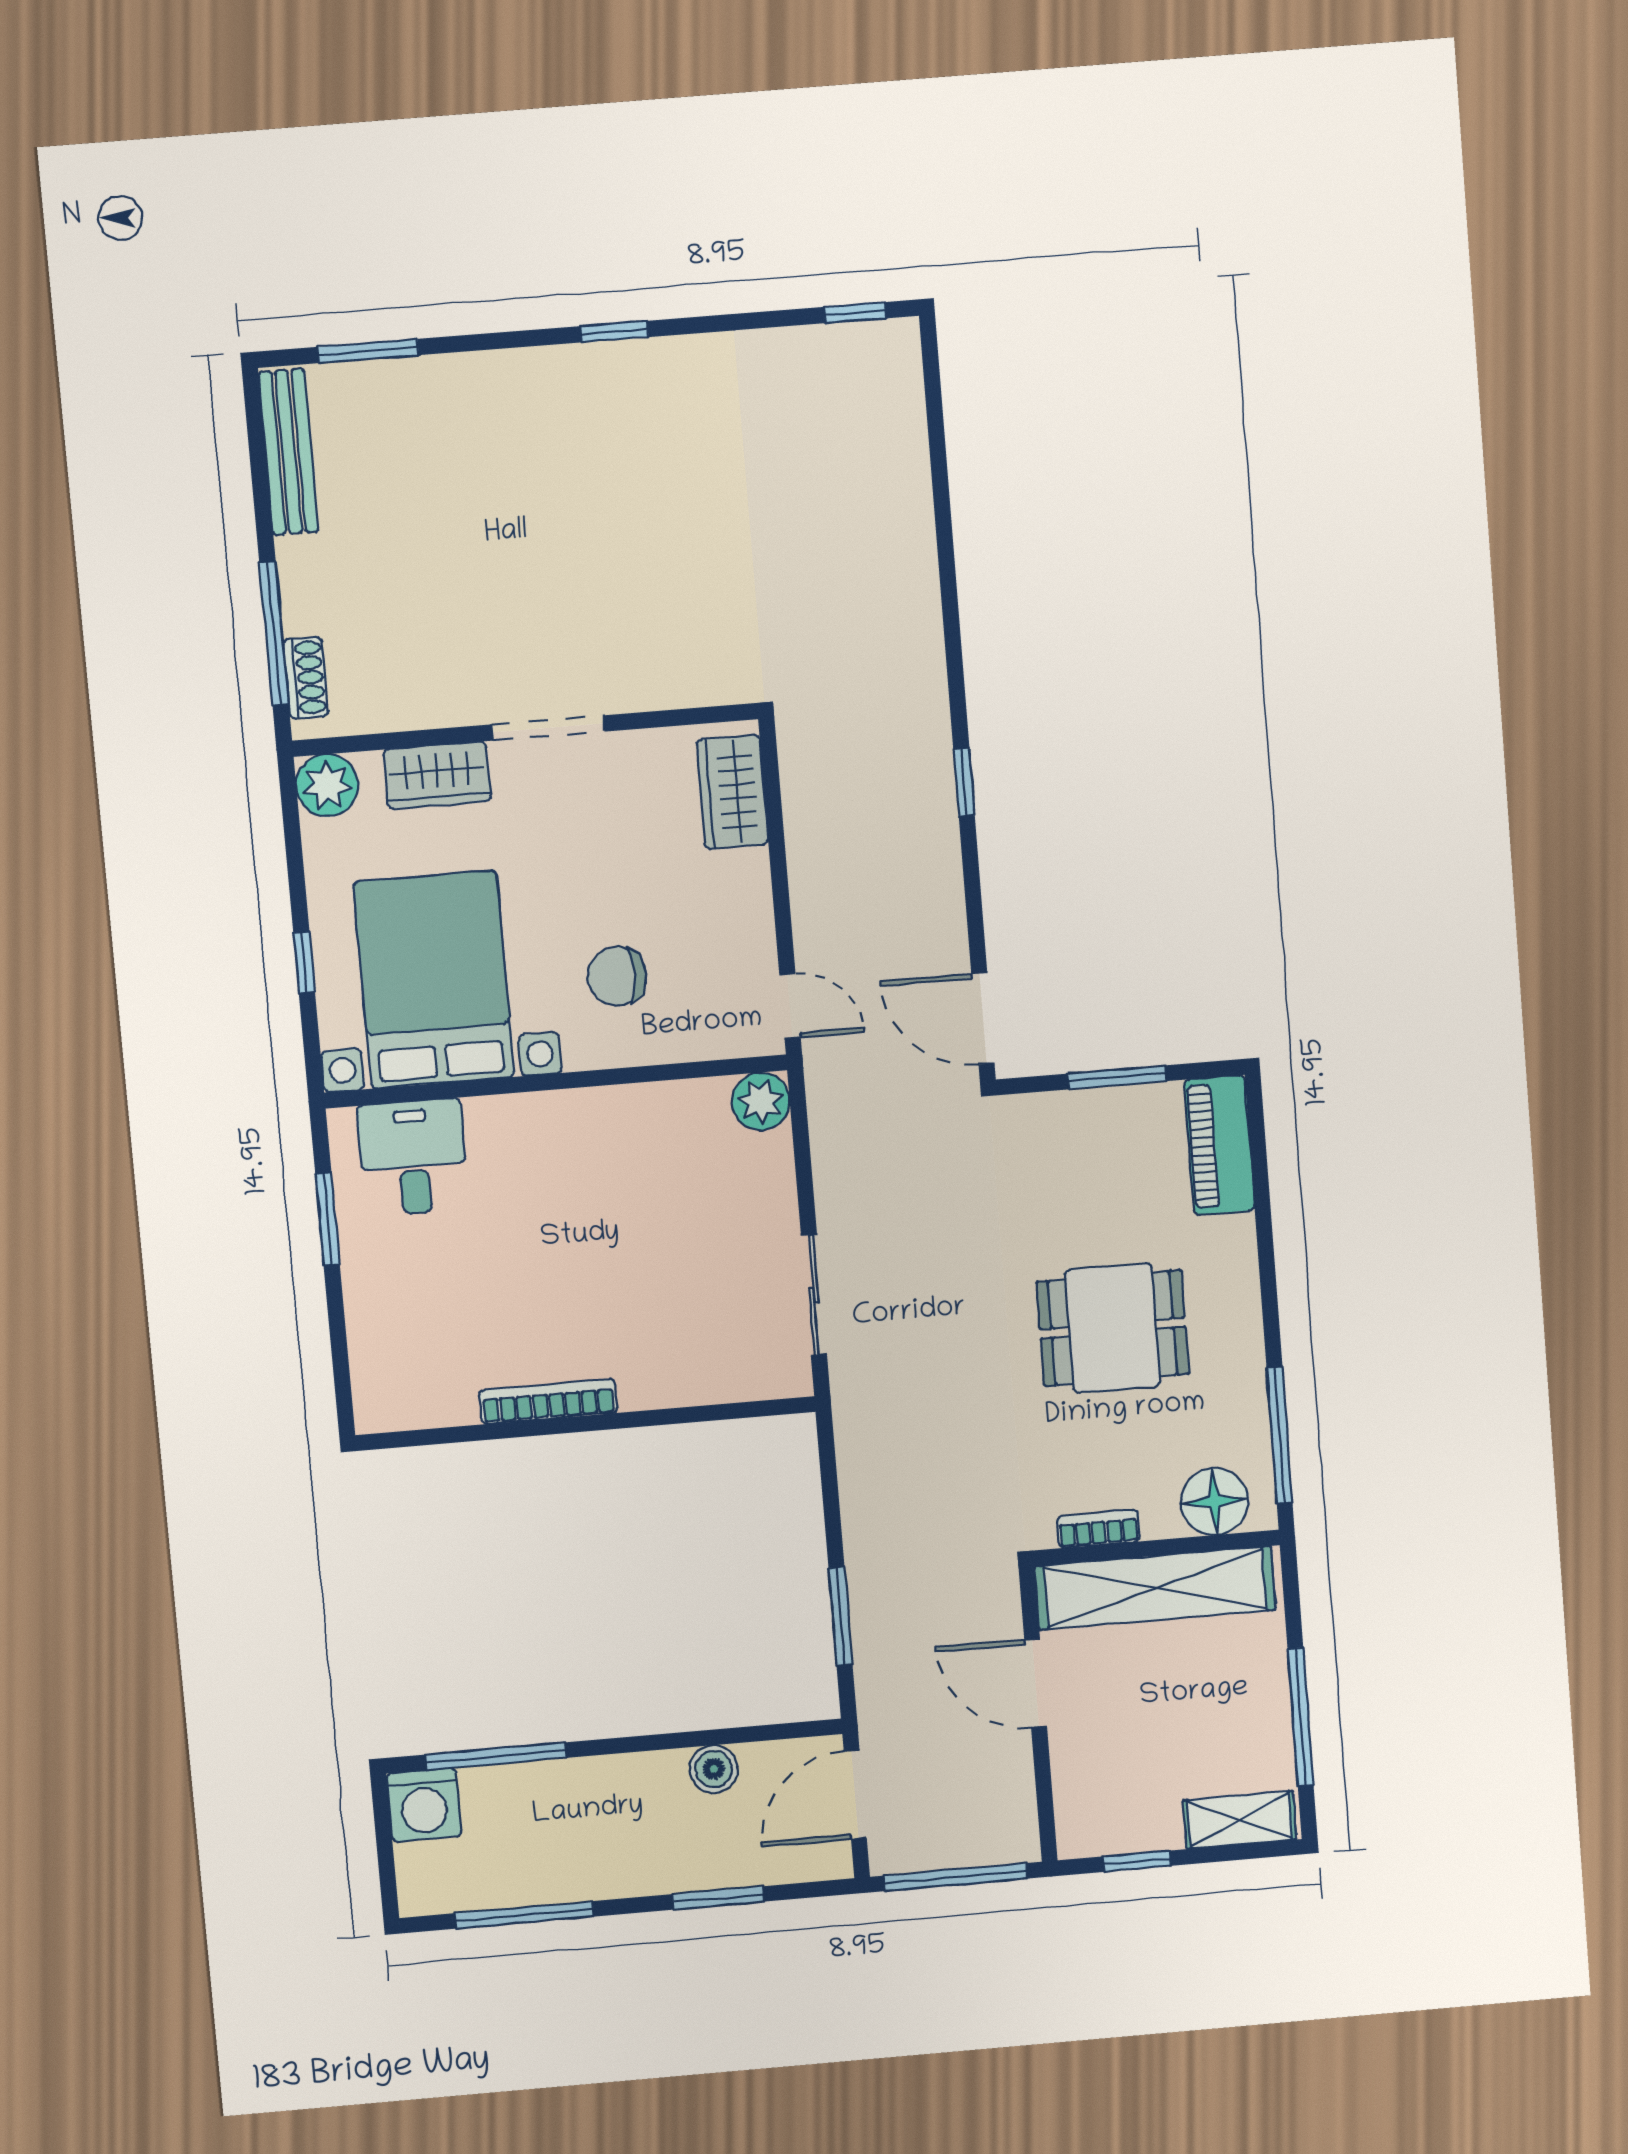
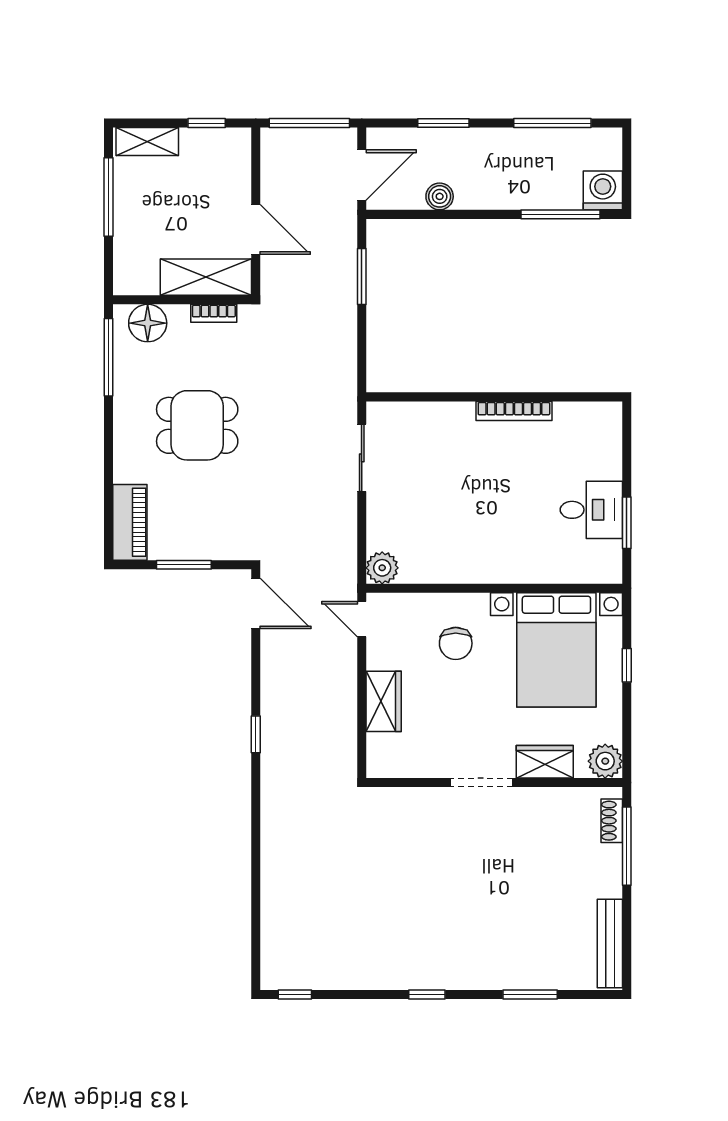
window: (368, 351) -> (530, 995), moved
wardrobe: (732, 792) -> (384, 701), moved
chair: (617, 976) -> (456, 643), turned 90
desk: (413, 1157) -> (591, 510), moved, turned -90
shelving: (1155, 1588) -> (206, 277), width x0.68

